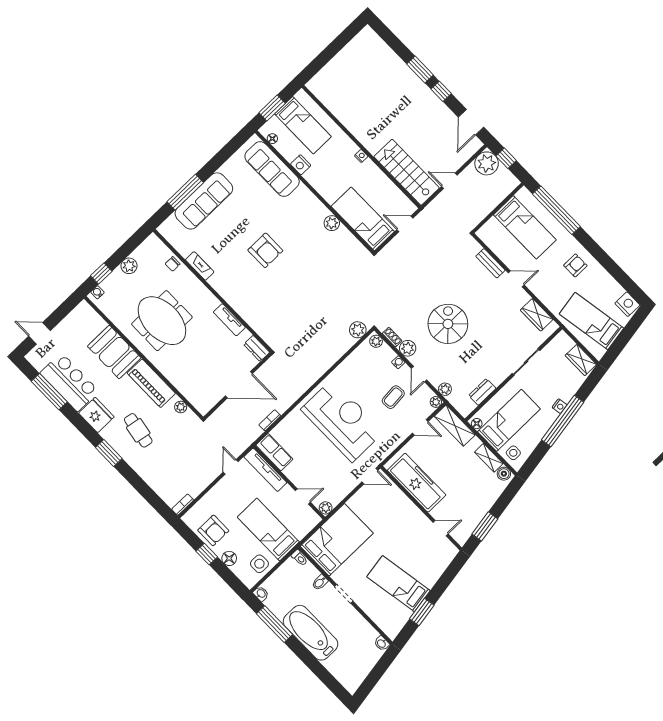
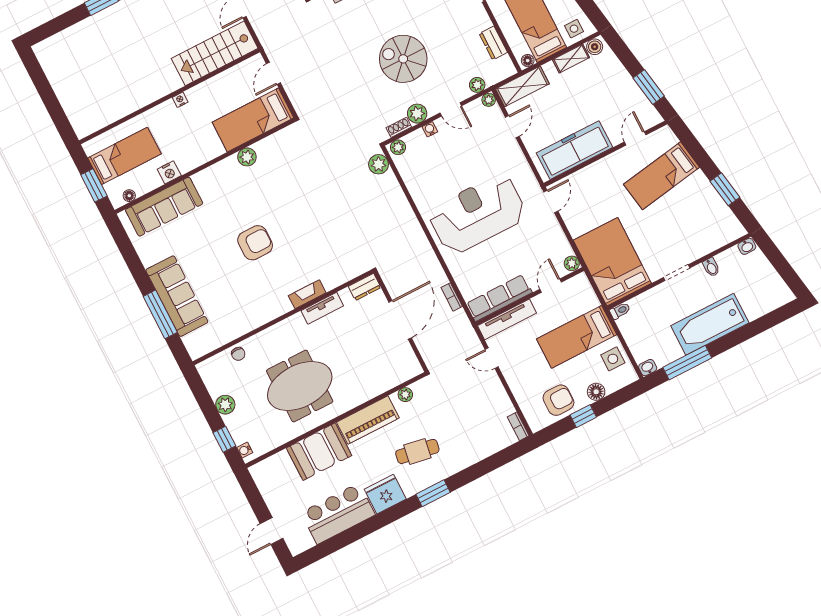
fireplace: (200, 266) -> (307, 294), moved
window: (49, 392) -> (342, 540), removed
coffee table: (393, 397) -> (468, 147), removed
row of seats: (274, 452) -> (499, 298), width x1.48
bidet: (320, 582) -> (711, 267), moved
bed: (398, 584) -> (662, 176), moved

